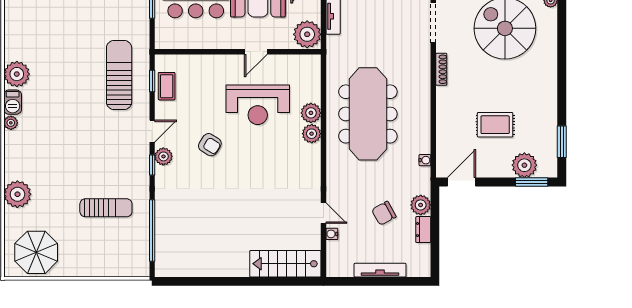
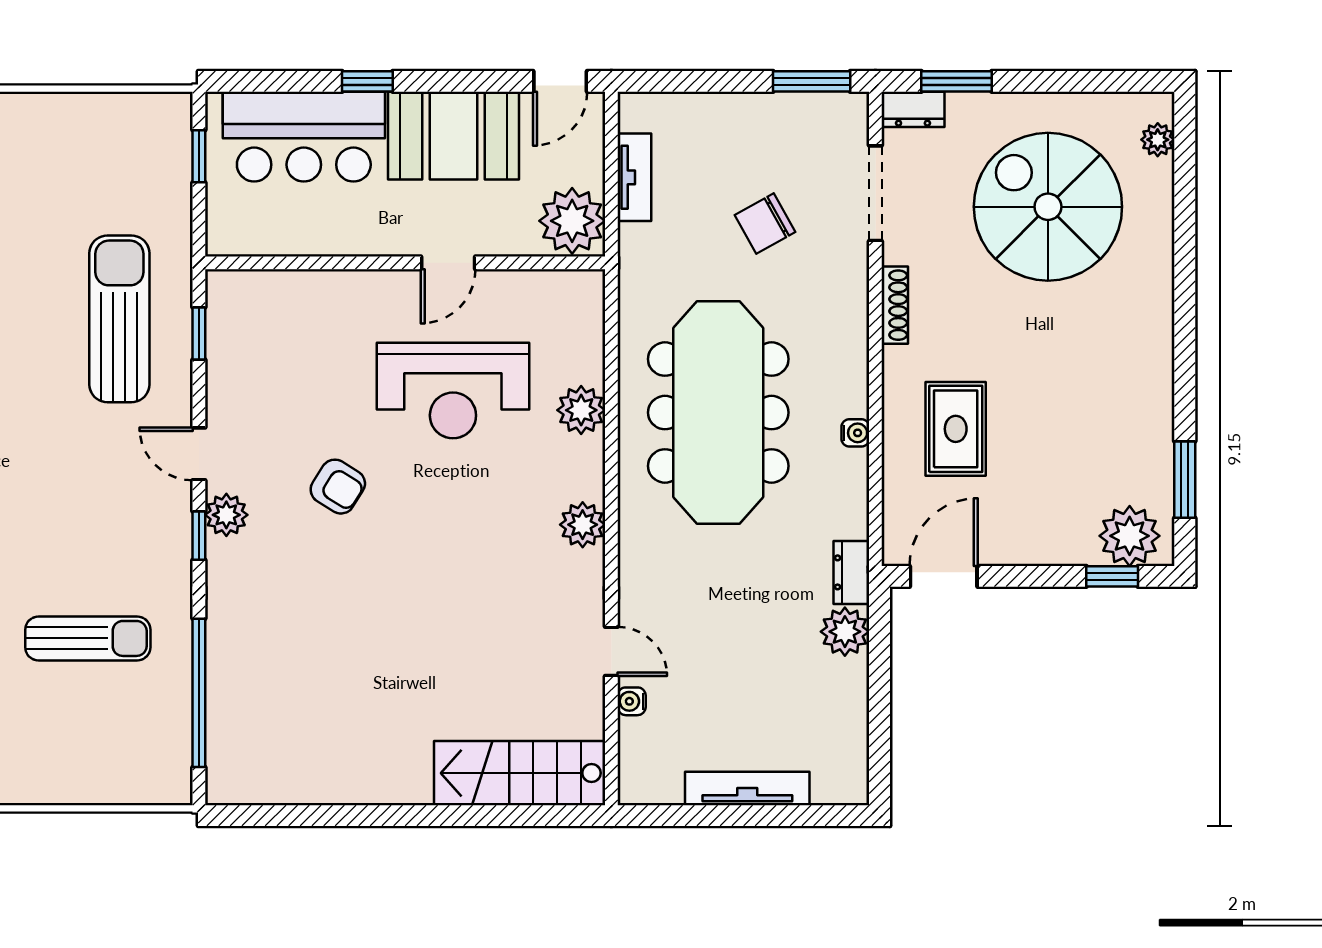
coffee table: (167, 86) -> (234, 346), removed
rug: (495, 125) -> (956, 429), moved, turned 90
door: (152, 131) -> (199, 454), swing flipped
plant: (312, 134) -> (583, 525), moved
water cooler: (425, 160) -> (855, 433), moved
plant: (524, 165) -> (1130, 536), moved
window: (532, 182) -> (1112, 576), width x0.67
chair: (384, 213) -> (765, 224), moved
dresser: (423, 230) -> (851, 572), moved

